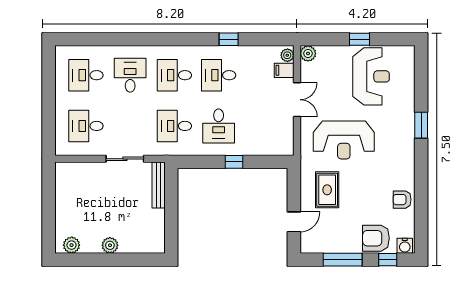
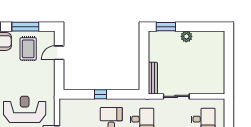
rug: (327, 190) -> (28, 49), moved
plant: (72, 245) -> (213, 37), removed
window: (140, 260) -> (166, 27), added

